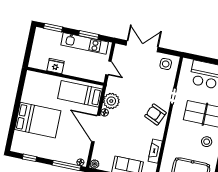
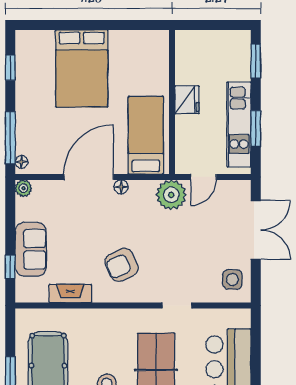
fridge: (55, 66) -> (187, 100), moved
plant: (111, 101) -> (171, 195), moved
armchair: (155, 115) -> (122, 265), moved, turned -140

